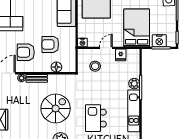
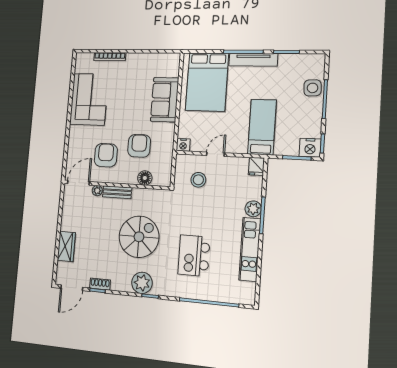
bed: (137, 28) -> (262, 127), width x0.67
nightstand: (159, 41) -> (310, 148), moved
armchair: (50, 44) -> (139, 146), turned 90
armchair: (26, 52) -> (106, 155), turned 90
fridge: (121, 55) -> (256, 166), moved

